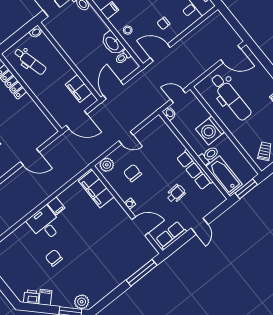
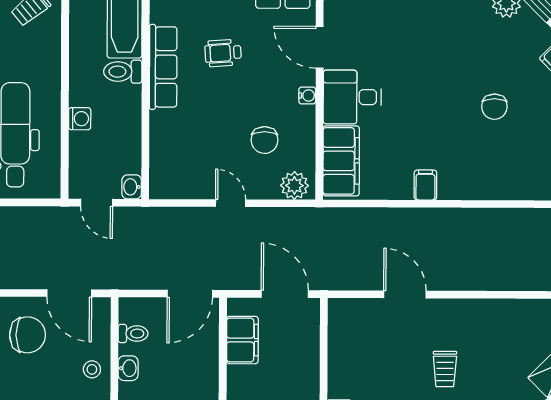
chair: (163, 23) -> (27, 335), width x1.87, depth x1.87
washbasin: (112, 43) -> (128, 368), width x0.52, depth x0.69
washing machine: (210, 130) -> (80, 119), width x0.53, depth x0.53
desk: (45, 224) -> (352, 97), moved, turned 90

